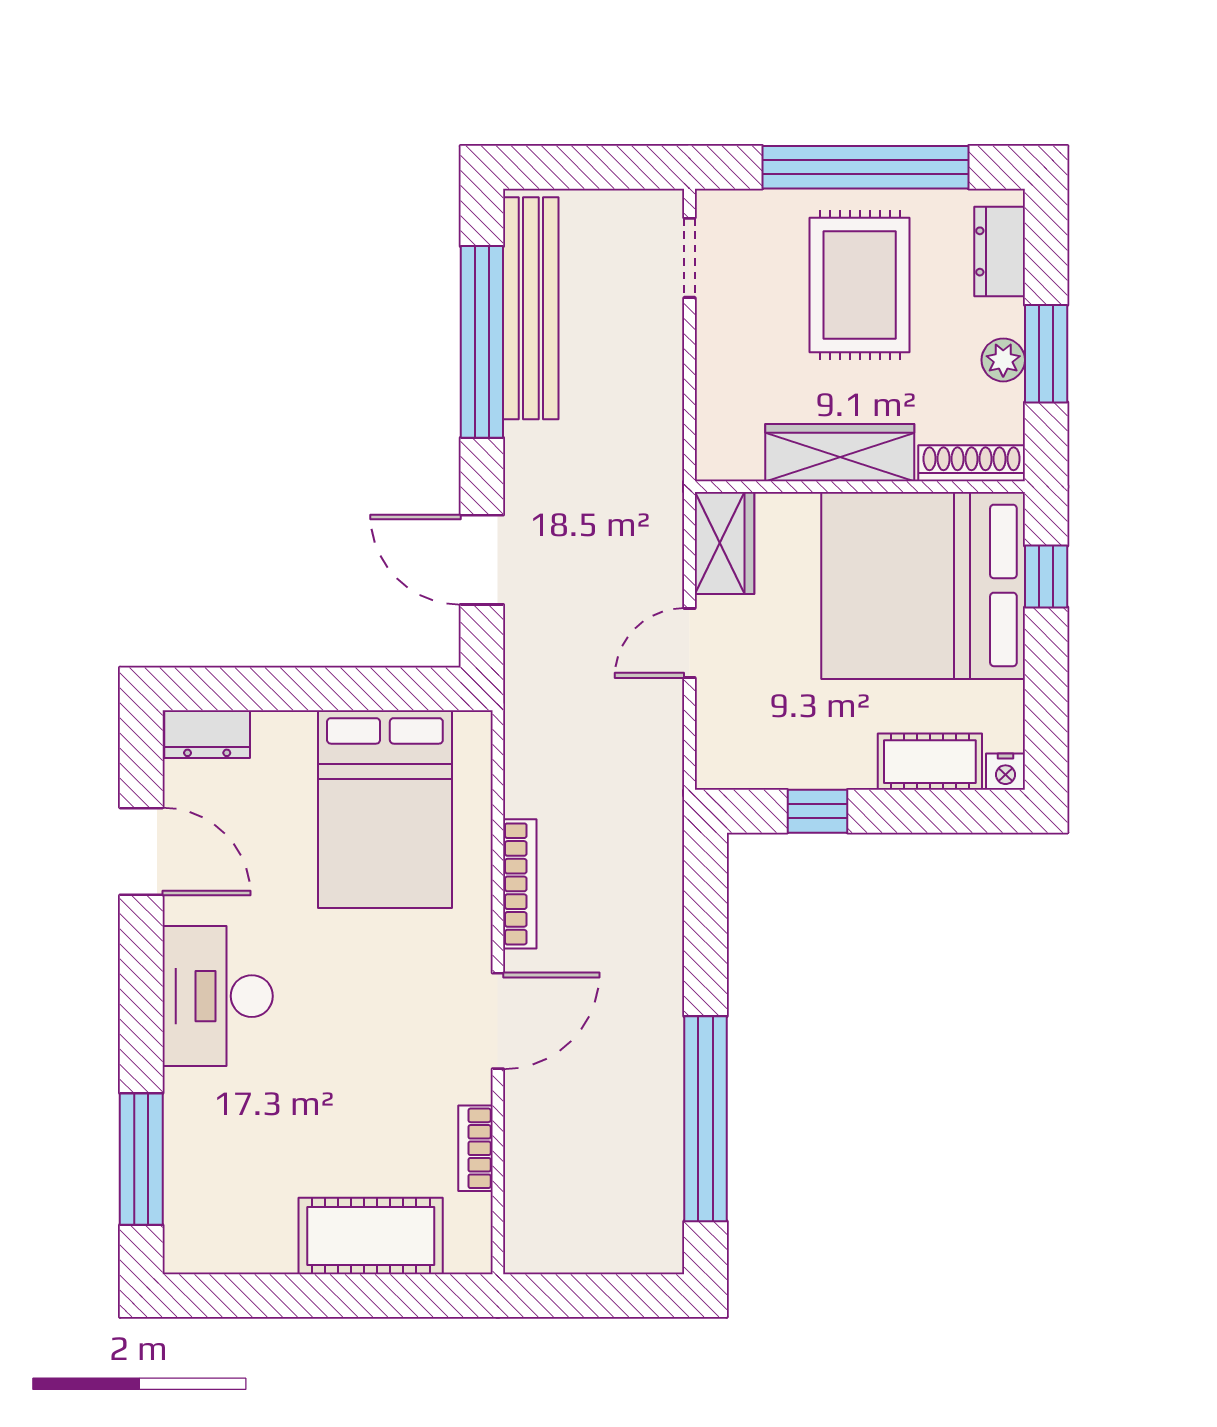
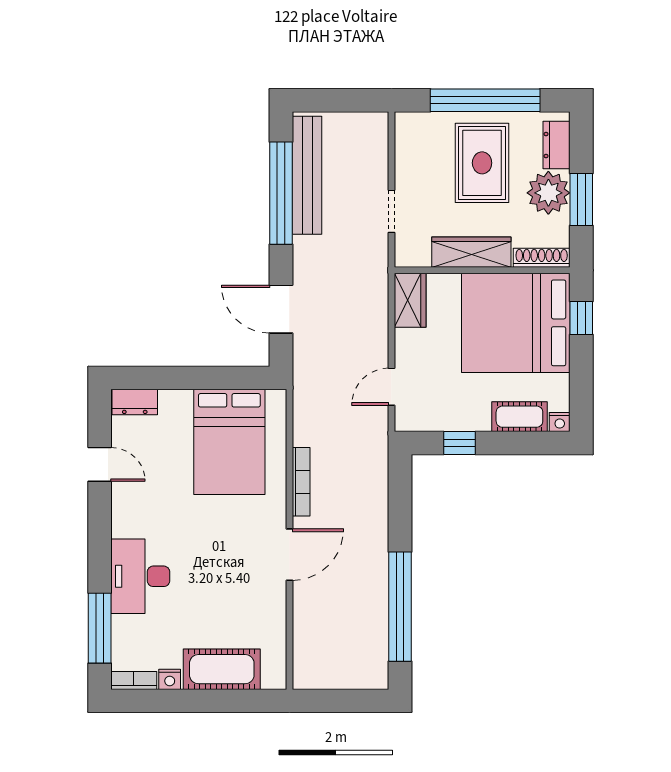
doorway: (689, 258) -> (391, 211), moved
plant: (1003, 360) -> (548, 193), width x1.88, depth x1.88
door: (689, 643) -> (391, 387), moved
door: (141, 851) -> (100, 464), width x0.73
desk: (218, 996) -> (140, 576), moved
bookcase: (475, 1148) -> (134, 680), moved, turned 90
nightstand: (273, 1255) -> (170, 679), added

